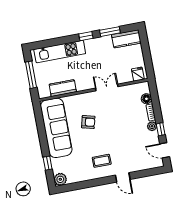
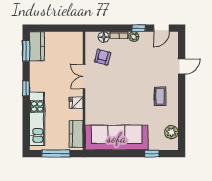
window: (110, 32) -> (26, 51), moved
fridge: (138, 74) -> (76, 103), moved
kitchen counter: (63, 88) -> (76, 134), moved
armchair: (88, 122) -> (103, 57), moved
door: (123, 177) -> (182, 66), moved
plant: (60, 179) -> (171, 132), moved

